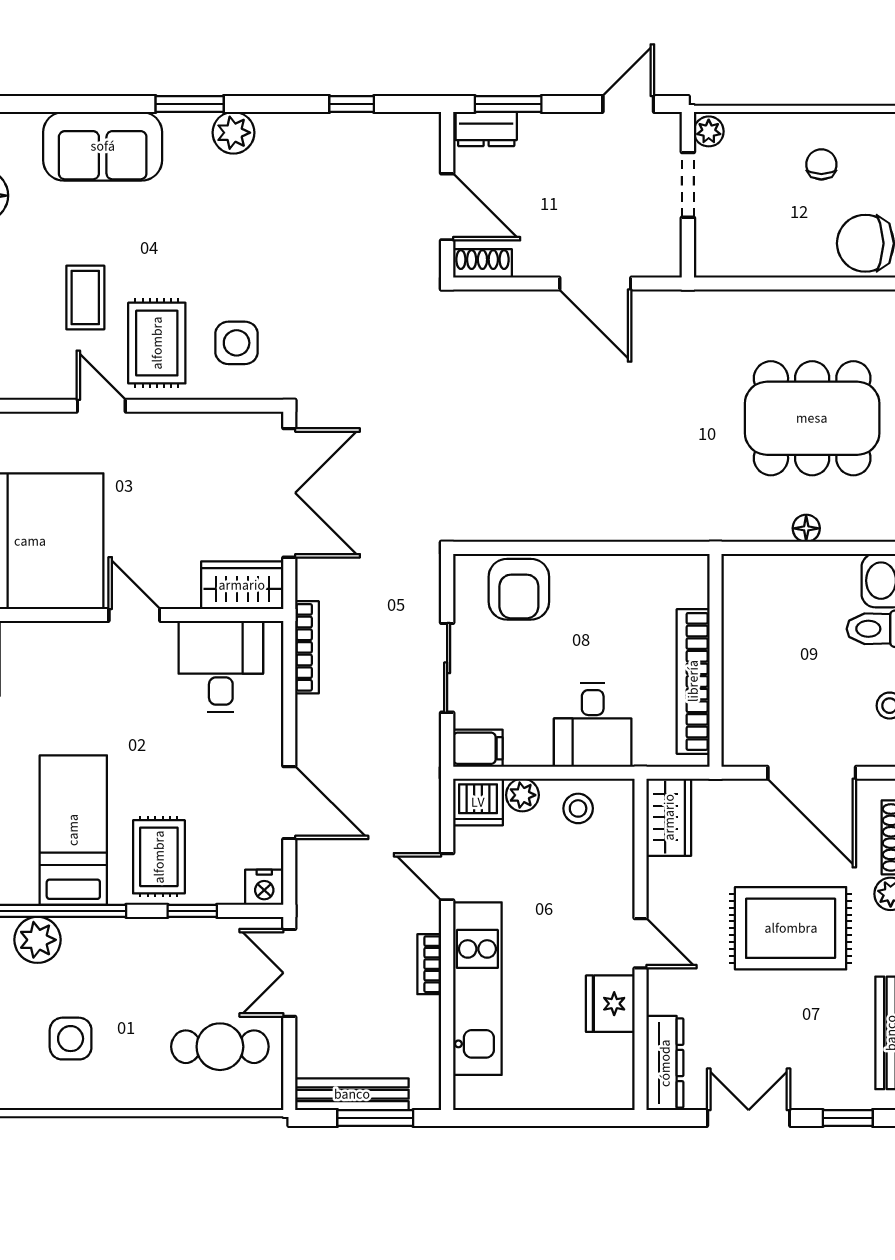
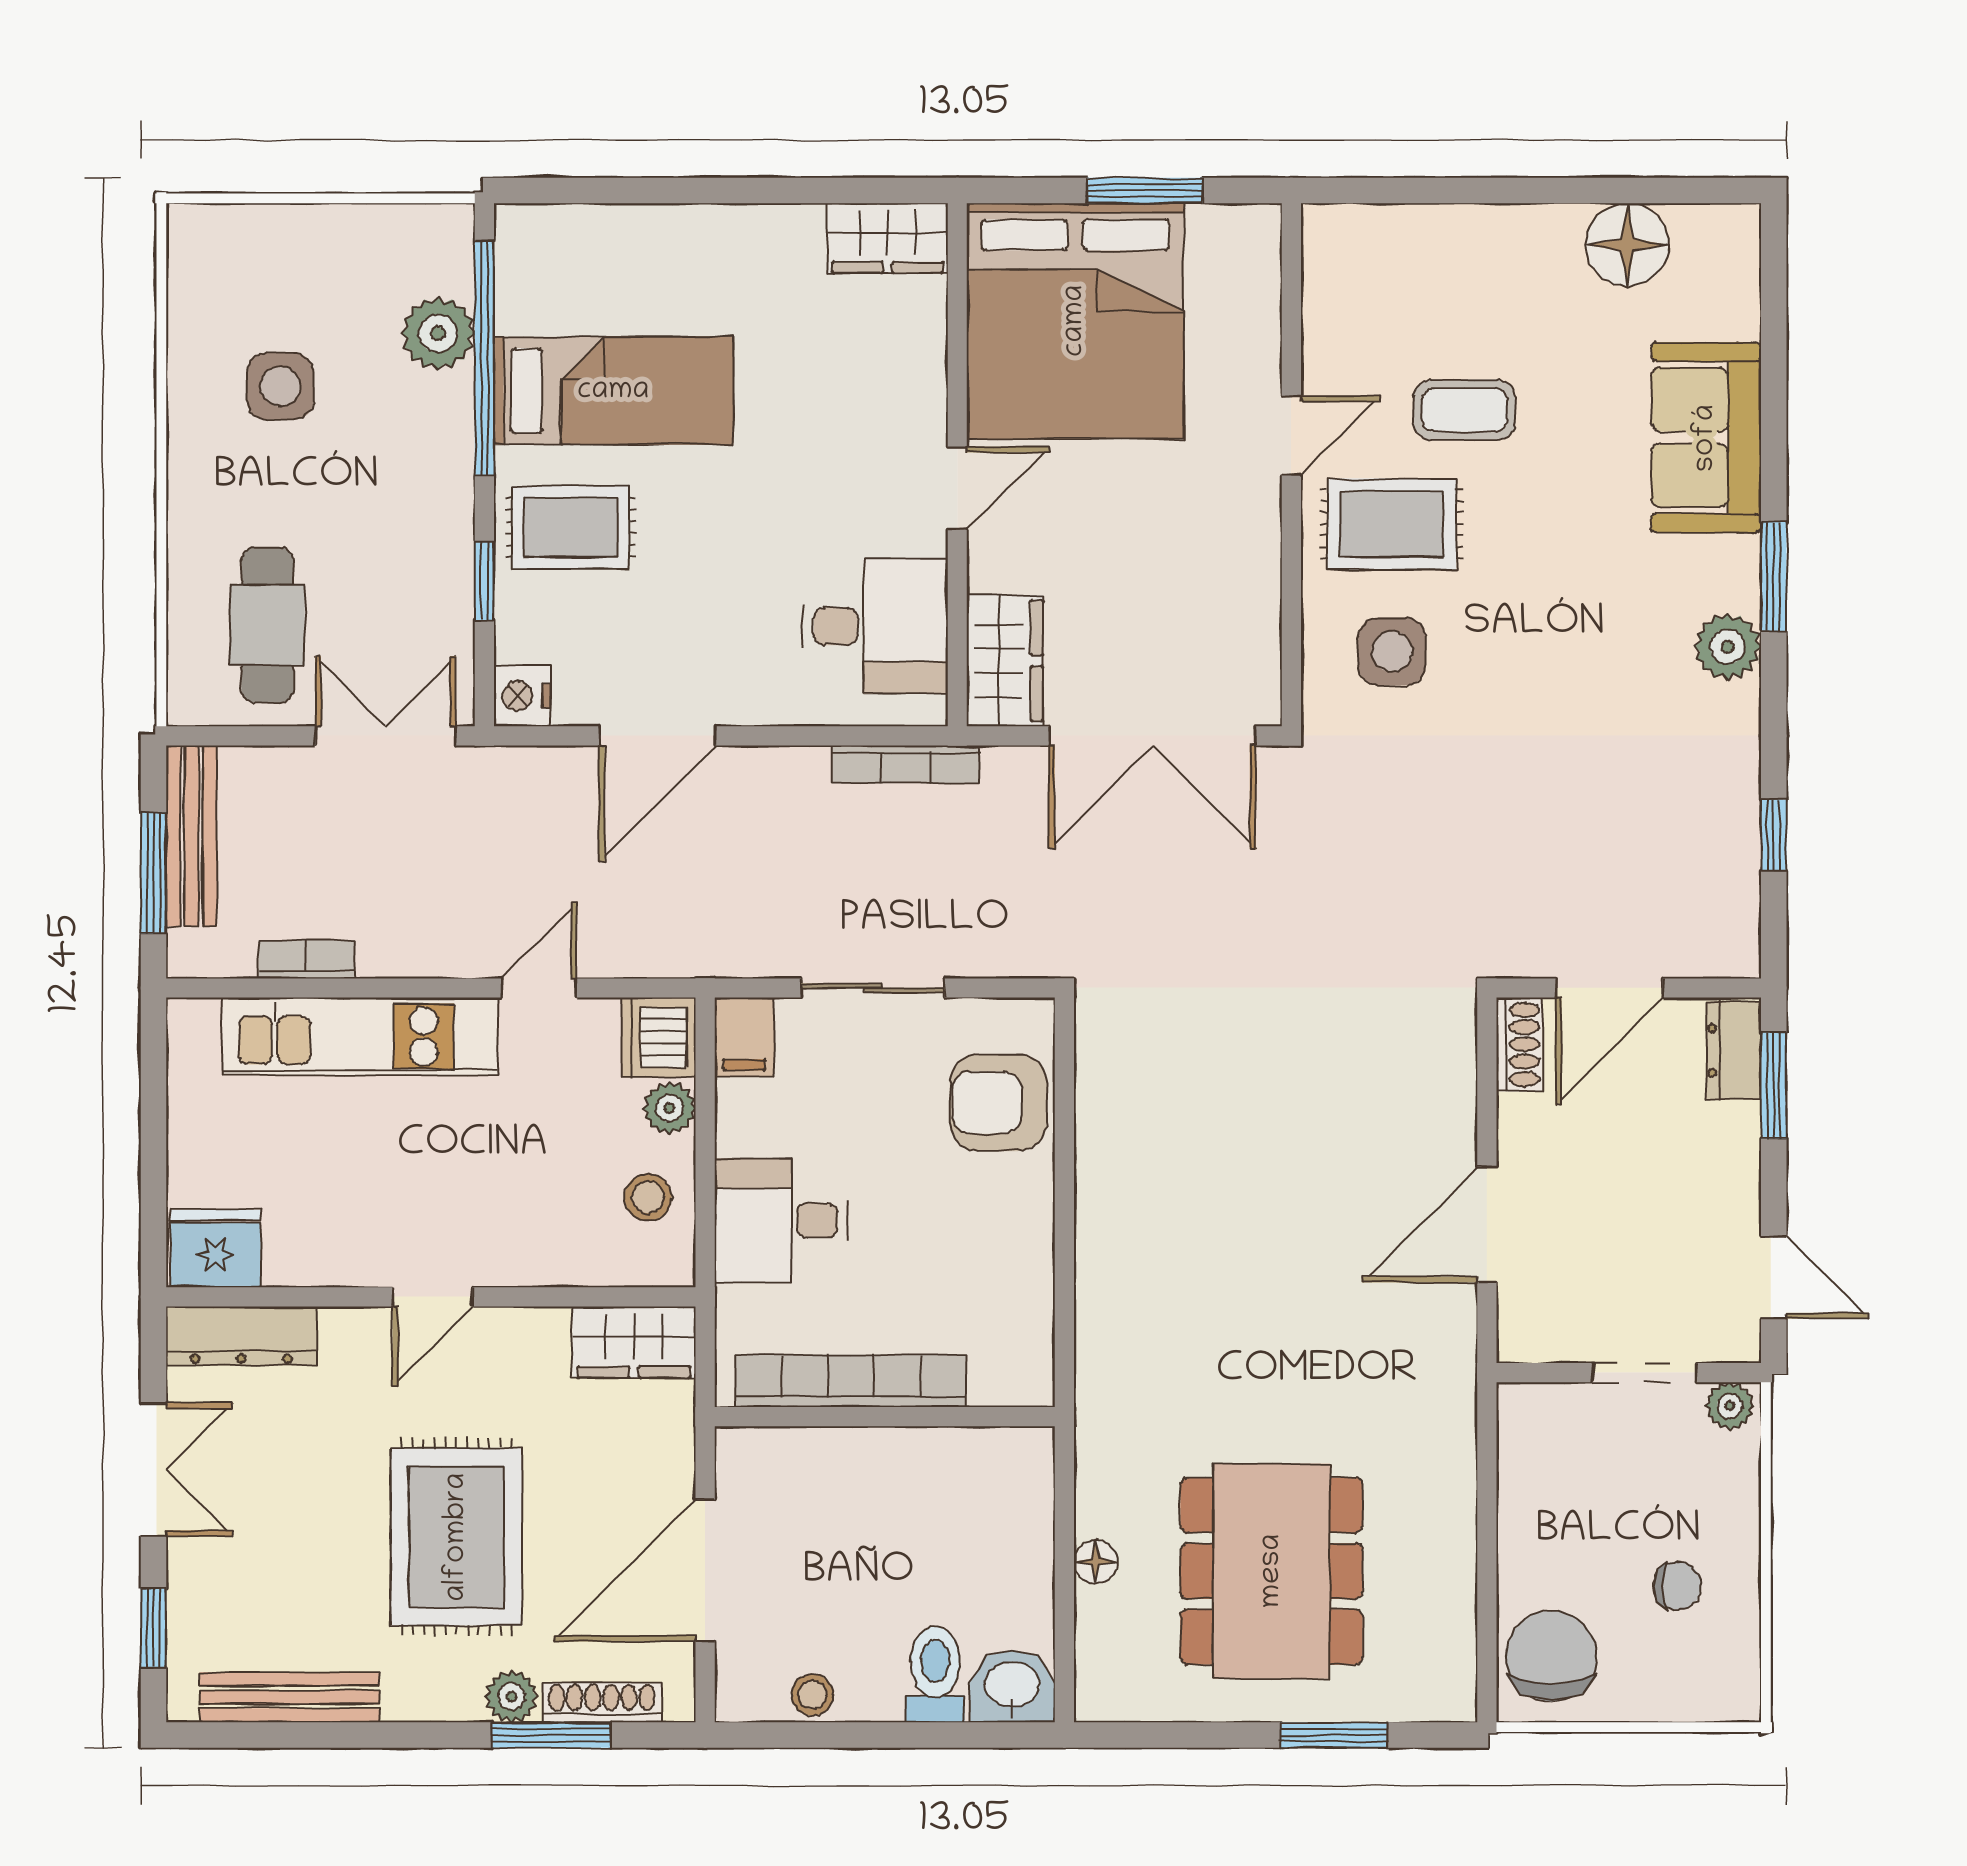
bookcase: (429, 964) -> (306, 959), moved
fridge: (610, 1004) -> (216, 1249), moved

